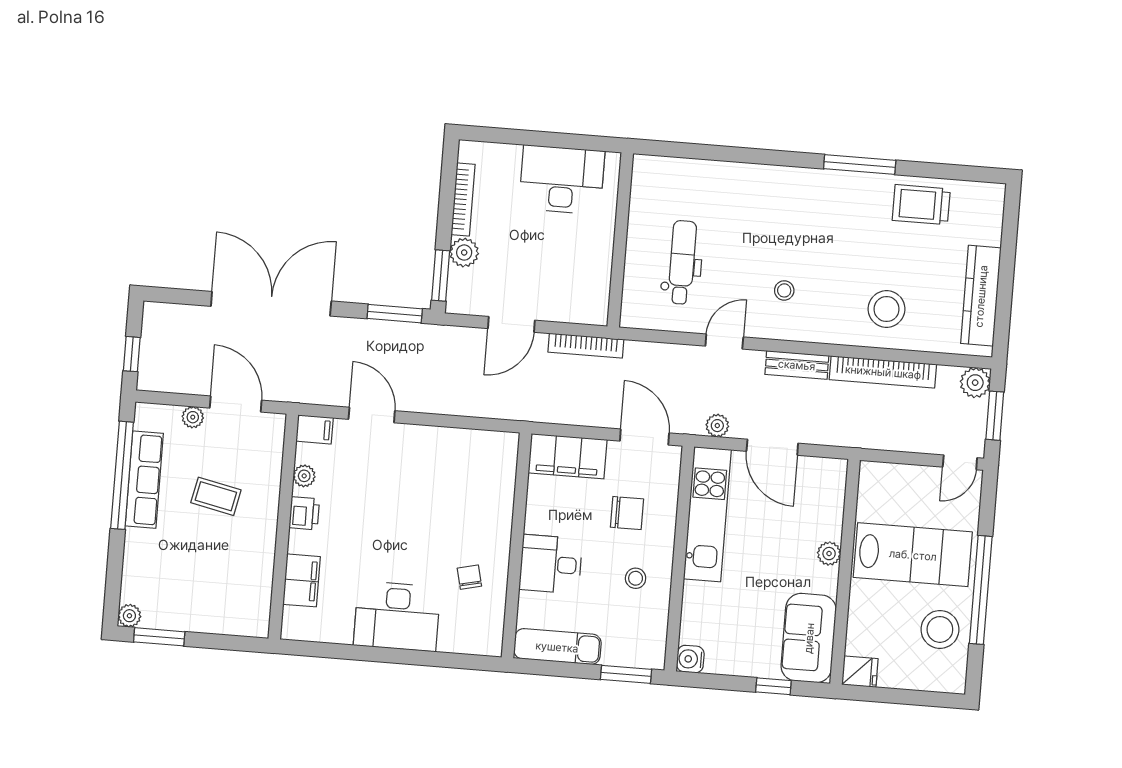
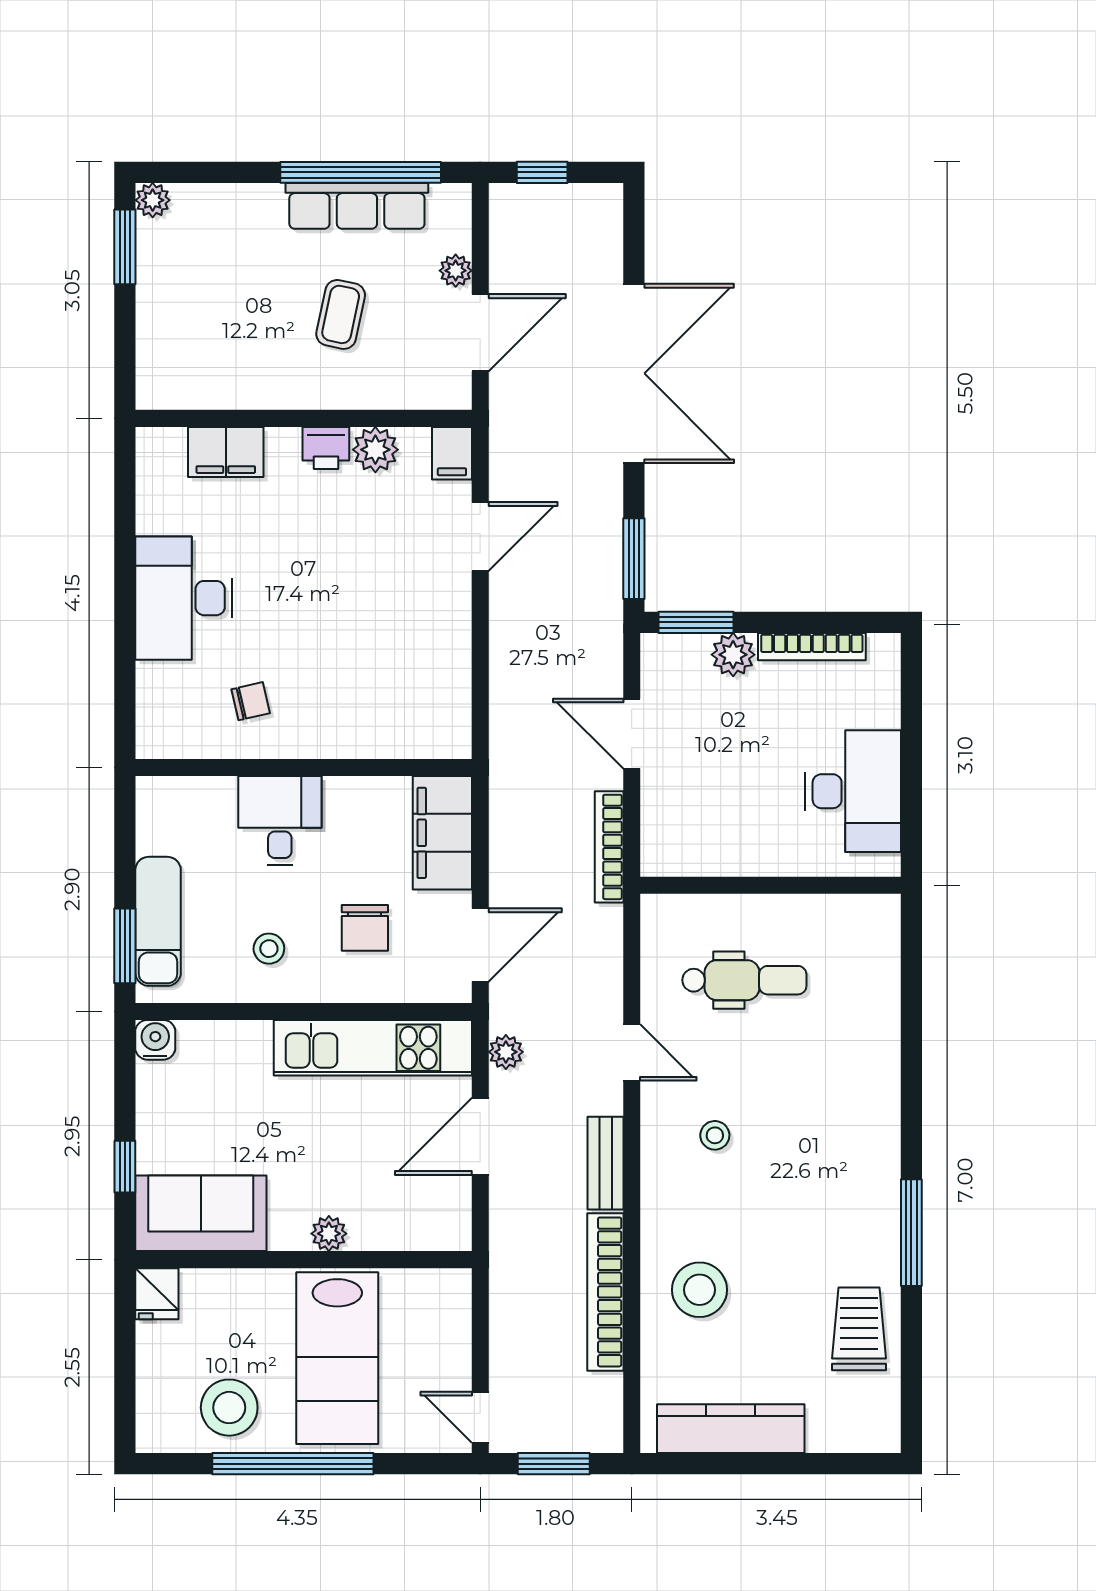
plant: (975, 383) -> (601, 1430), removed
plant: (304, 476) -> (375, 450), width x1.38, depth x1.38
exam couch: (557, 647) -> (158, 921), moved

